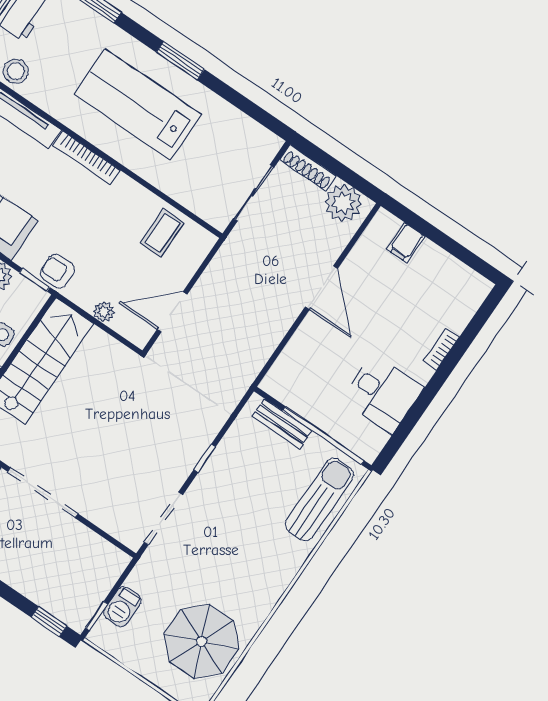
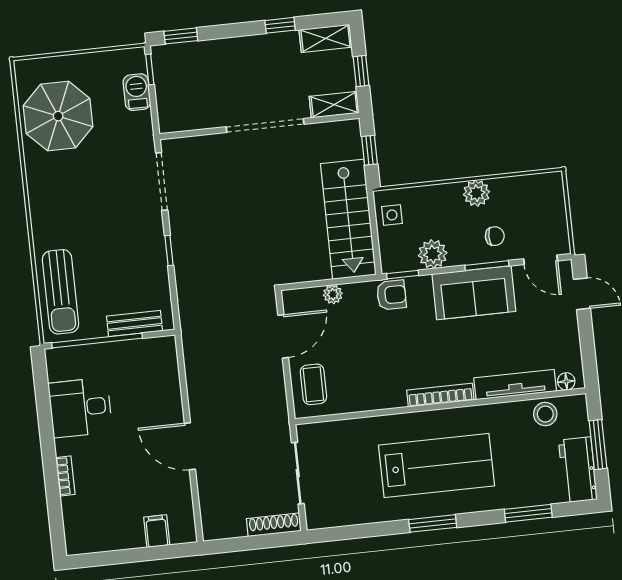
plant: (343, 203) -> (227, 521), removed
coffee table: (162, 233) -> (313, 384), moved

